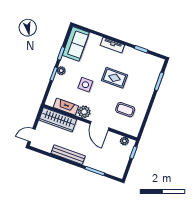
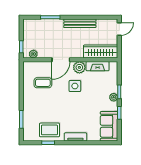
rug: (114, 78) -> (49, 130), moved
side table: (85, 85) -> (75, 86), moved
door: (99, 126) -> (61, 60), swing flipped

